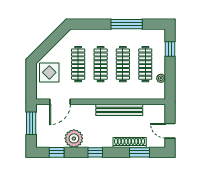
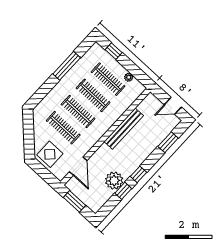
shoe rack: (130, 143) -> (154, 143), removed
window: (57, 152) -> (123, 191), moved

